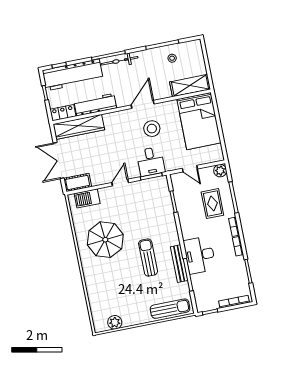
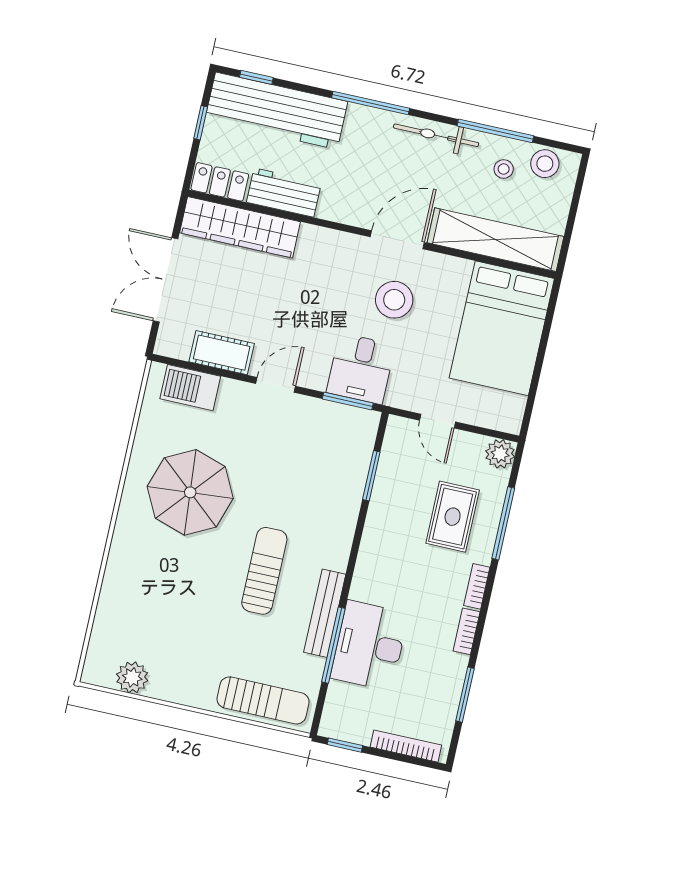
stool: (187, 49) -> (545, 164), added
bicycle: (120, 61) -> (436, 135), moved
shelving: (190, 86) -> (495, 240), width x1.47
workbench: (95, 105) -> (284, 193), width x0.73
cot: (78, 182) -> (222, 353), moved
desk: (200, 255) -> (369, 646), moved

